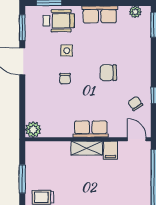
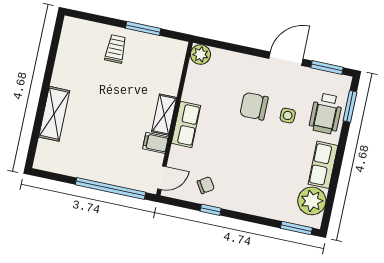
plant: (135, 12) -> (312, 201), width x1.87, depth x1.87
chair: (108, 73) -> (250, 160), removed
chair: (65, 79) -> (254, 106), width x1.87, depth x1.87

